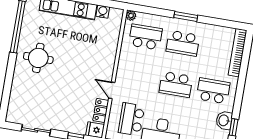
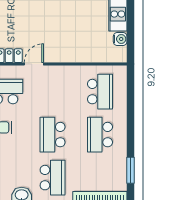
plant: (131, 16) -> (121, 71), removed
window: (186, 17) -> (130, 170), moved

